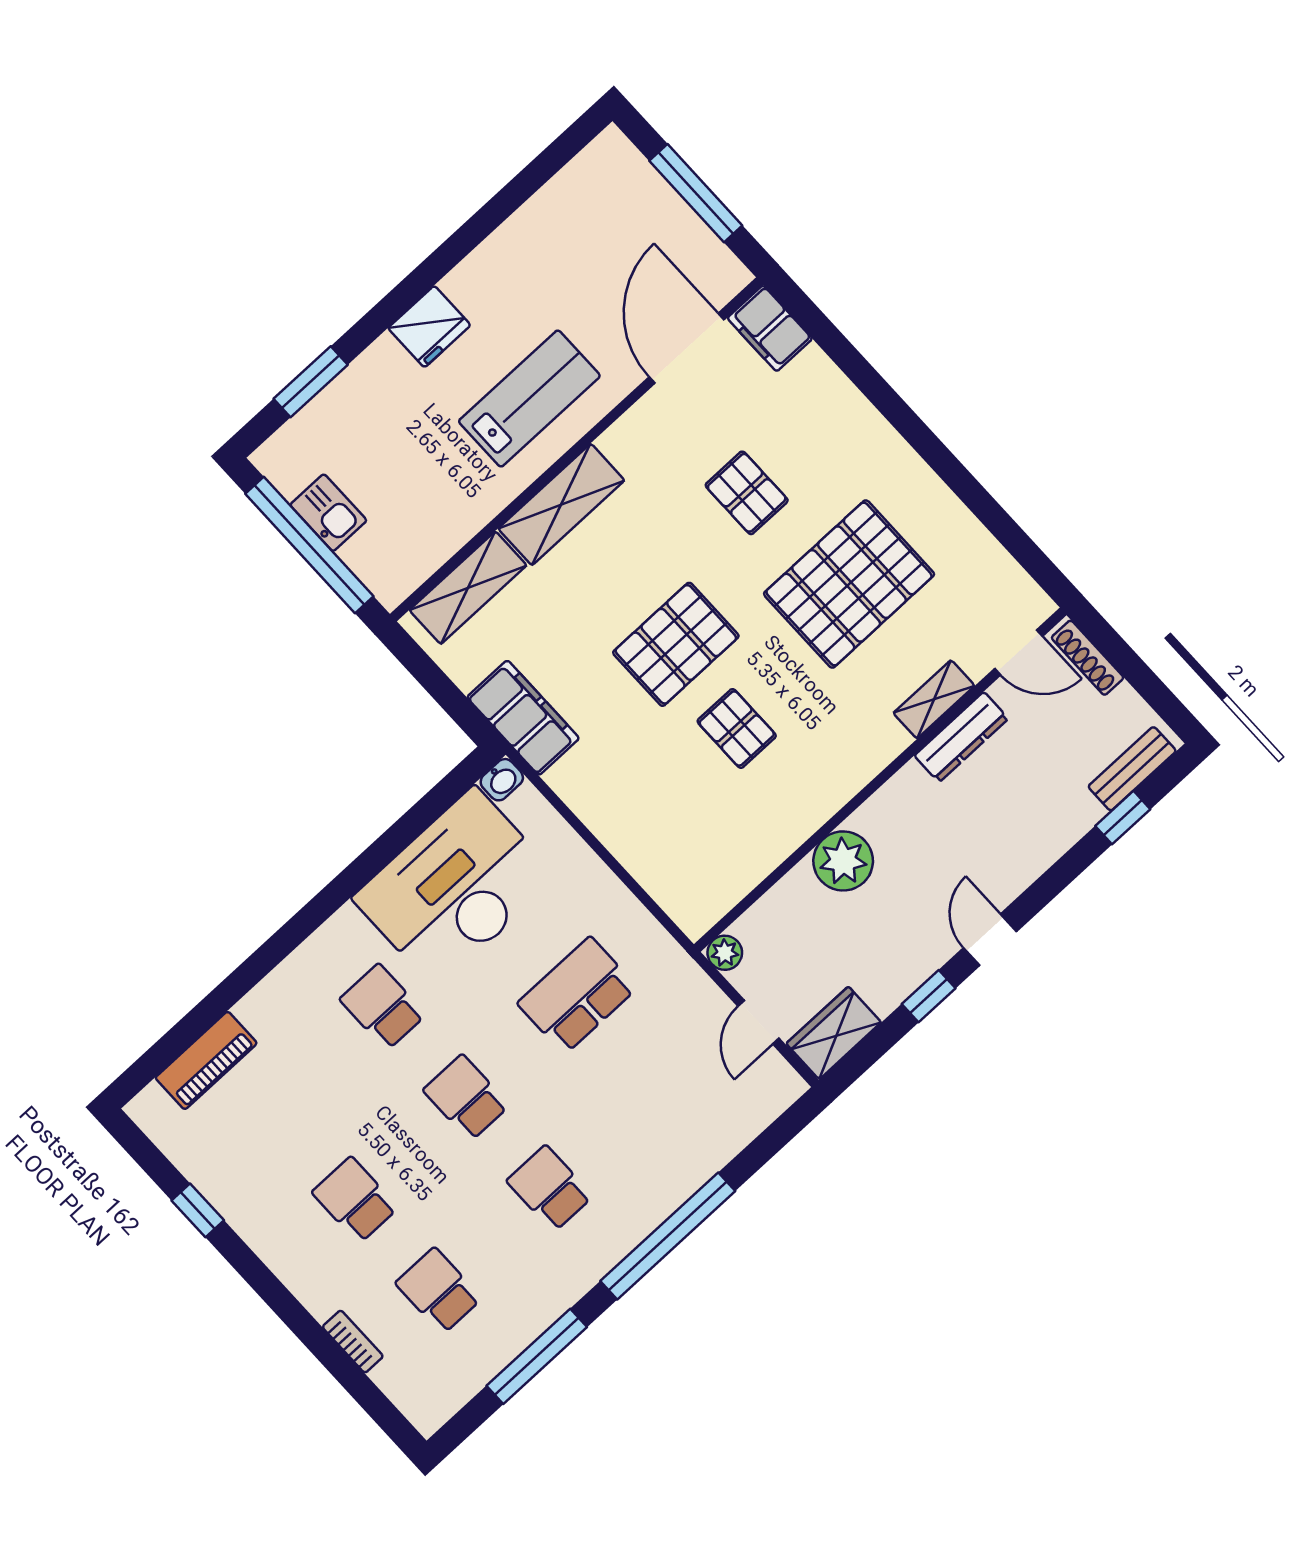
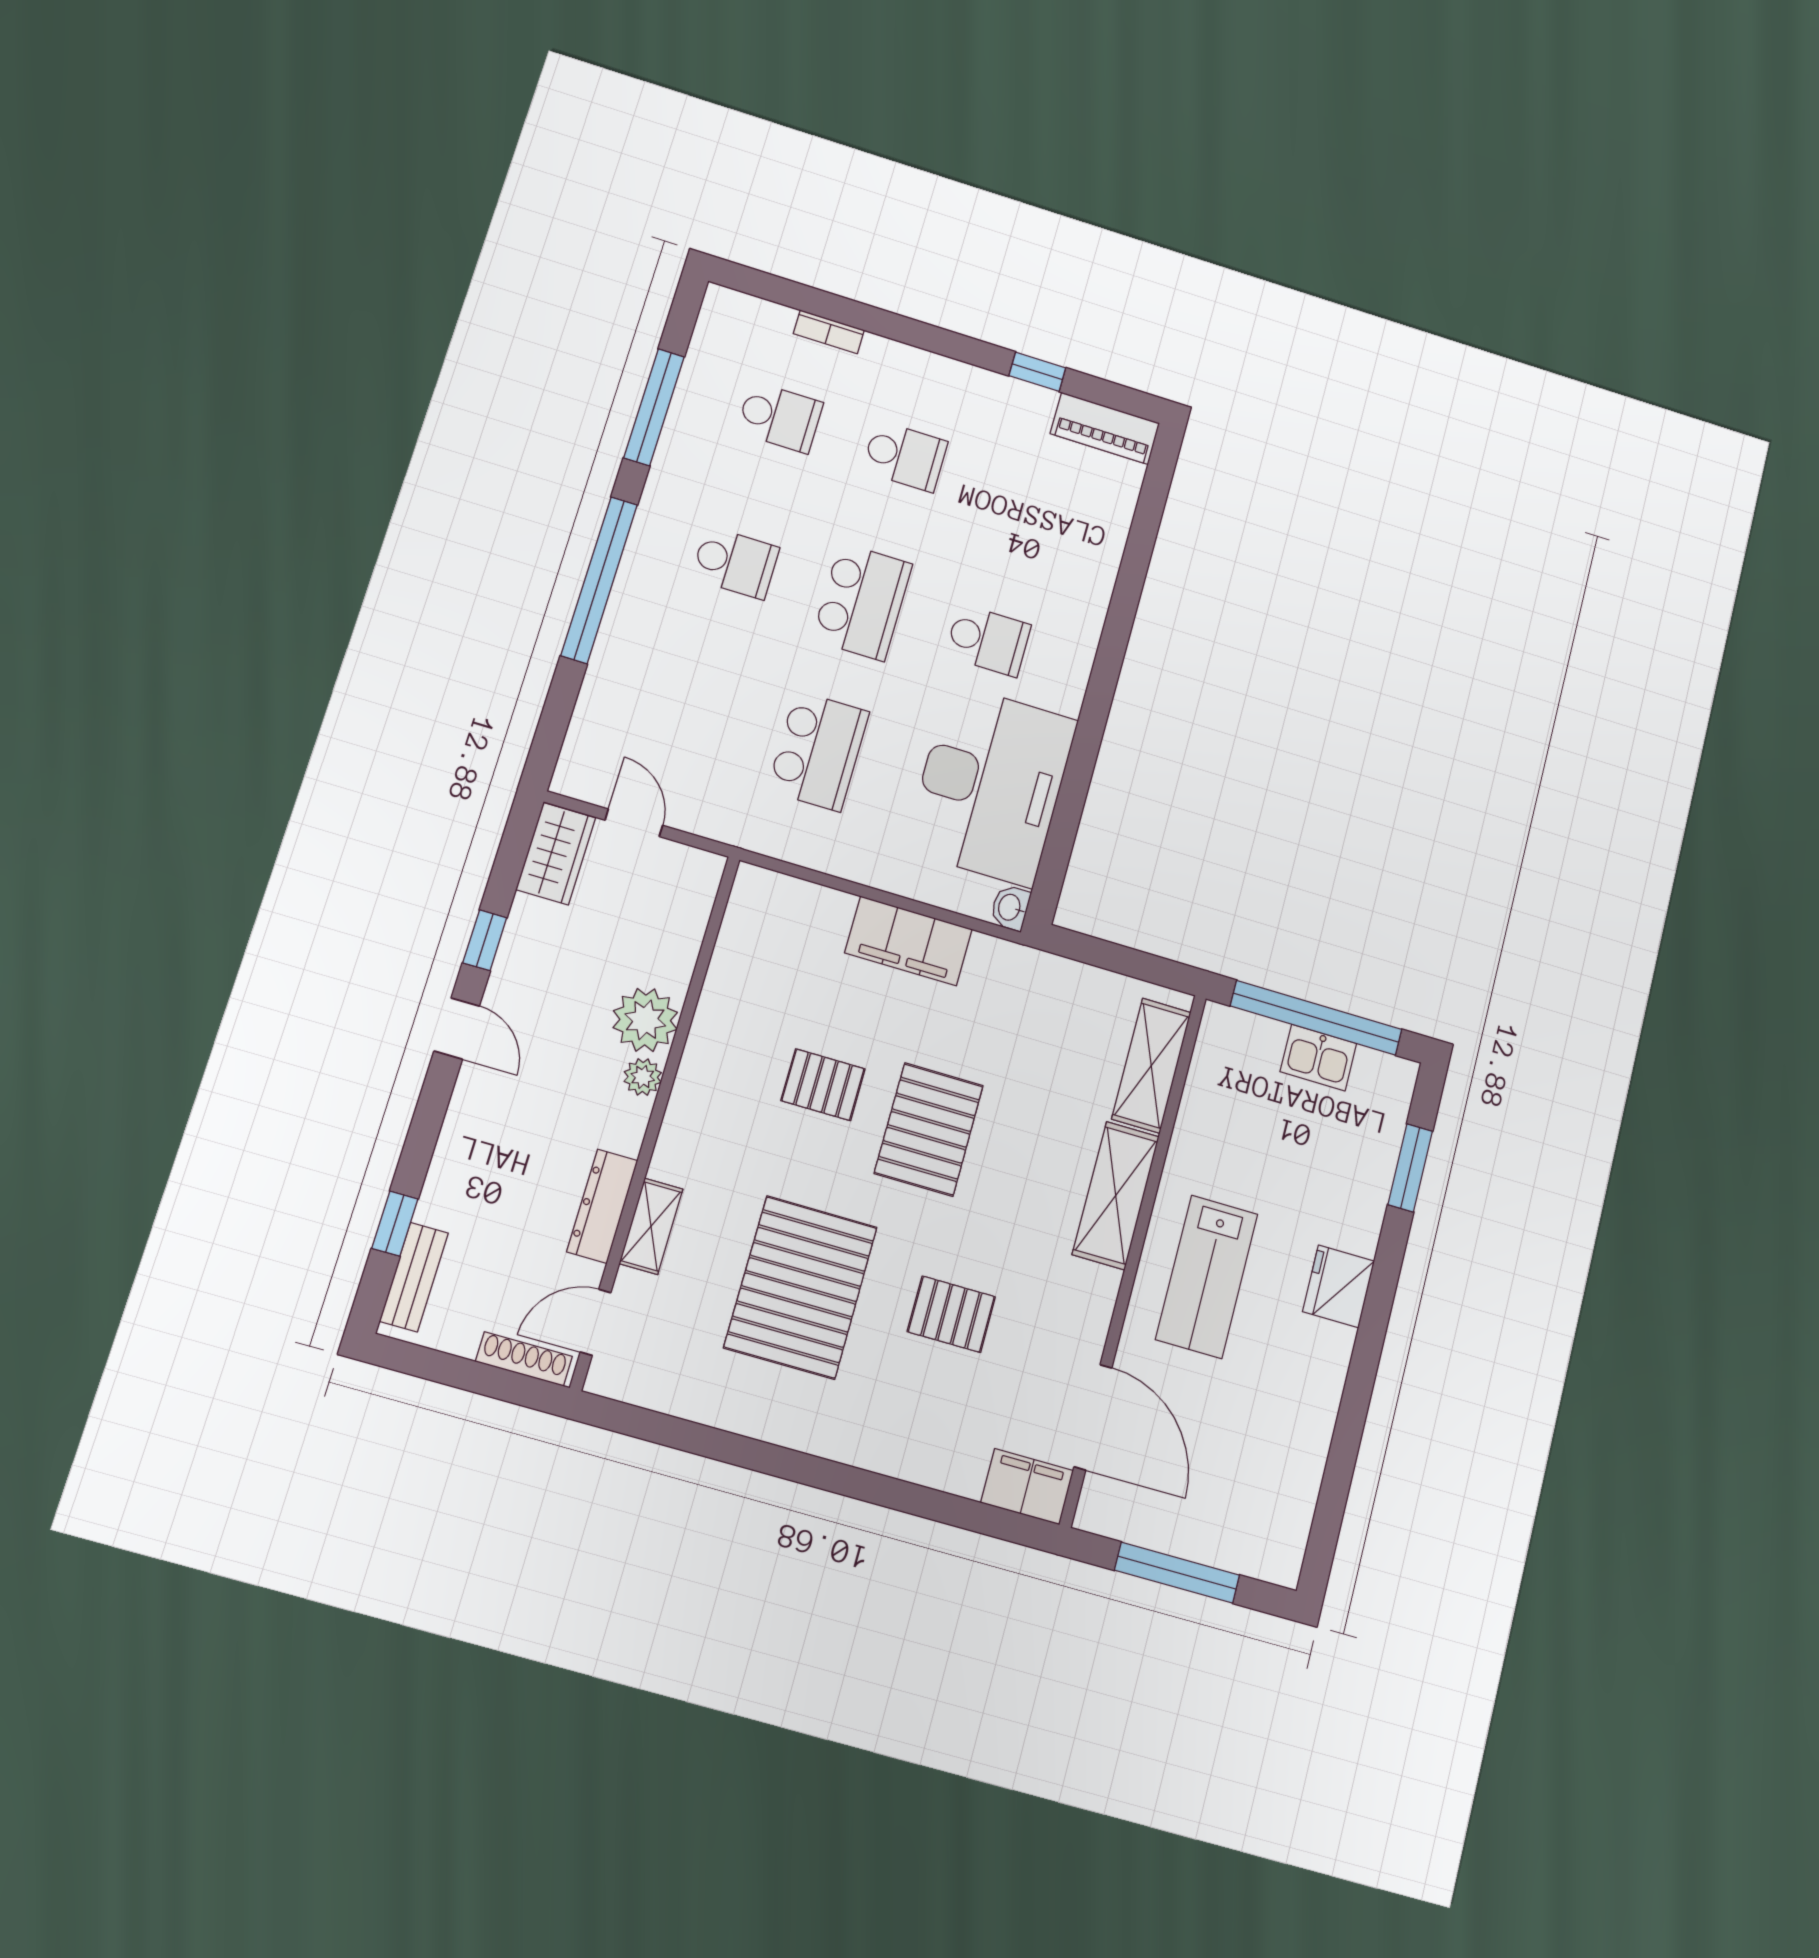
filing cabinet: (523, 718) -> (909, 941), moved
plant: (725, 953) -> (643, 1077), moved
piano: (206, 1060) -> (1105, 428), moved, turned -90
school desk: (466, 1098) -> (862, 602), width x1.85

